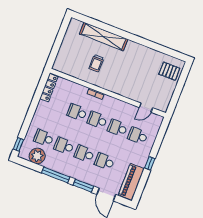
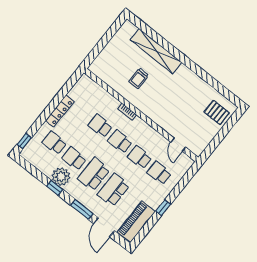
locker: (49, 88) -> (60, 111), moved
door: (146, 108) -> (178, 145), hinge flipped
school desk: (84, 154) -> (94, 174), width x1.85
plant: (37, 156) -> (61, 177), moved
school desk: (104, 161) -> (114, 190), width x1.85
window: (56, 175) -> (55, 188), width x0.46

